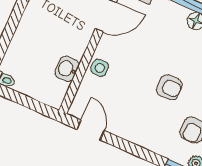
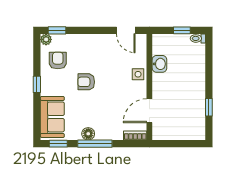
window: (20, 99) -> (182, 30), added

